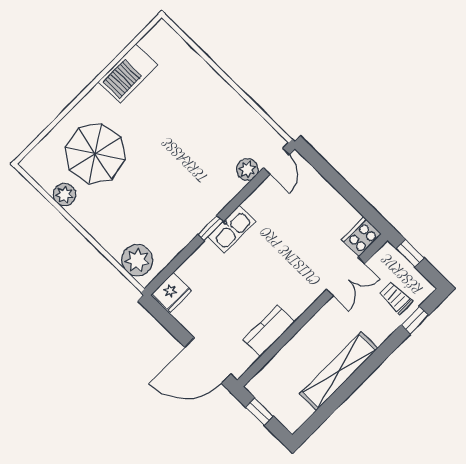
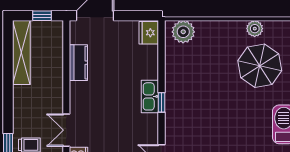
plant: (247, 169) -> (172, 136), removed
window: (211, 228) -> (162, 102), moved
shelving: (339, 371) -> (21, 53), moved

